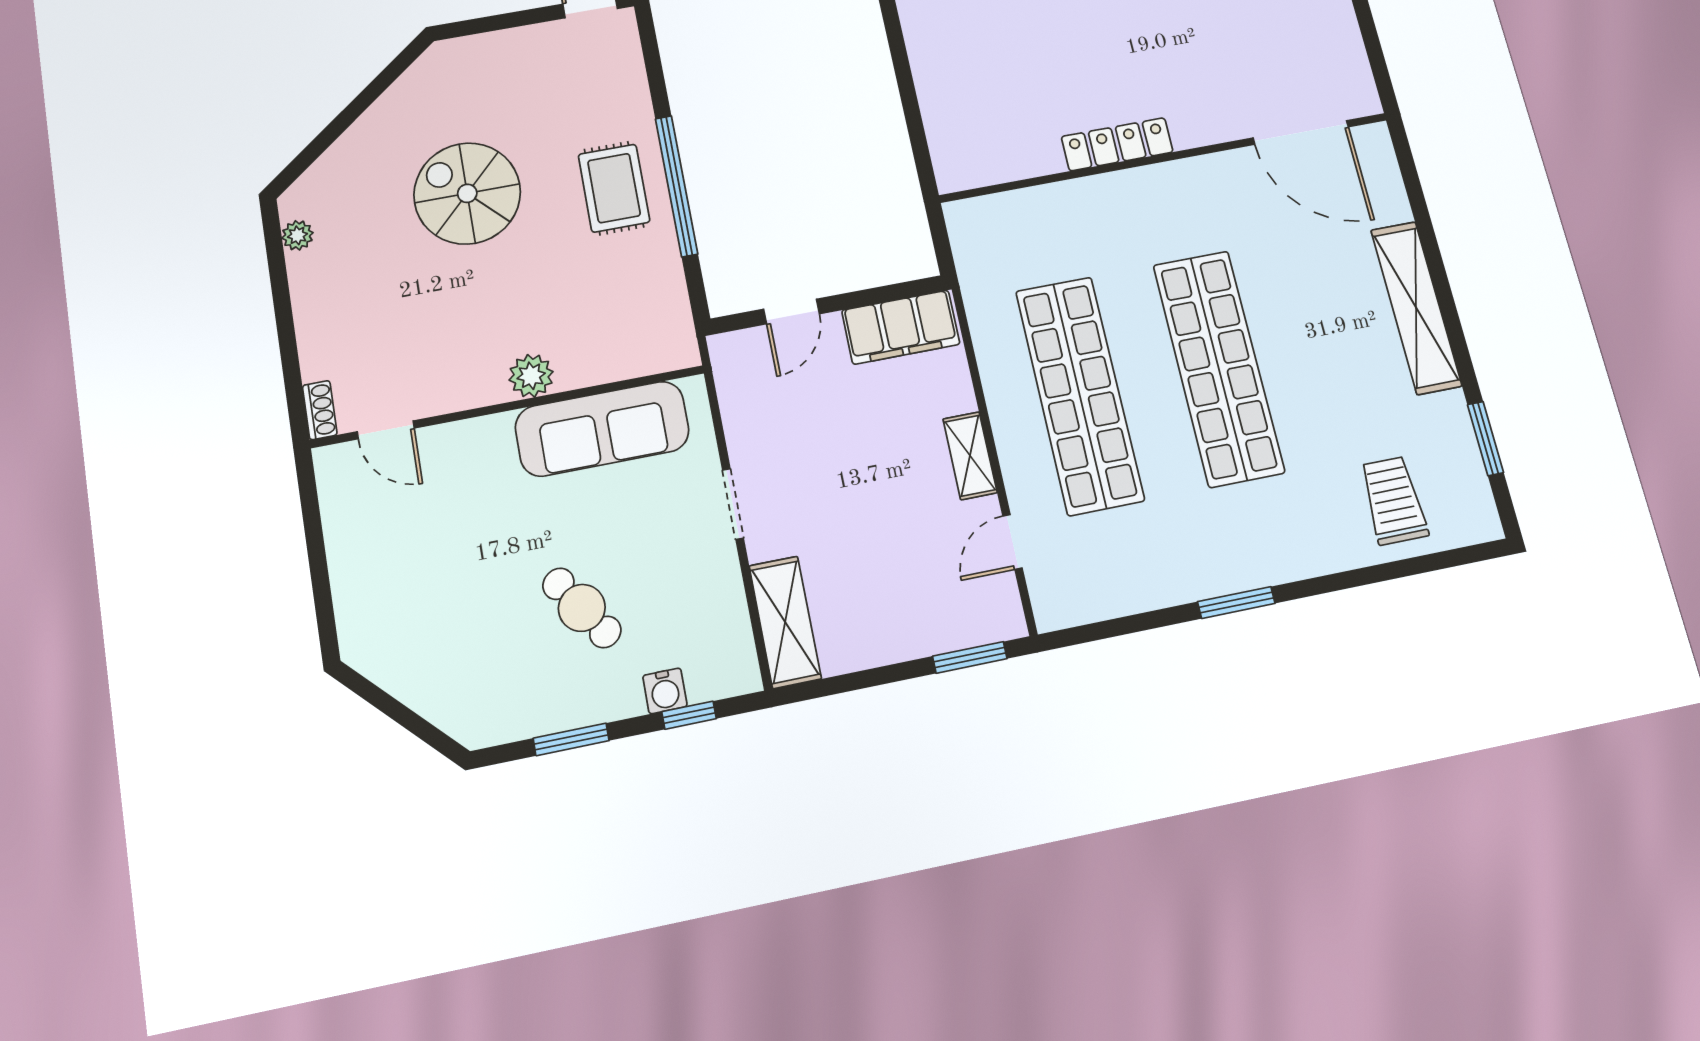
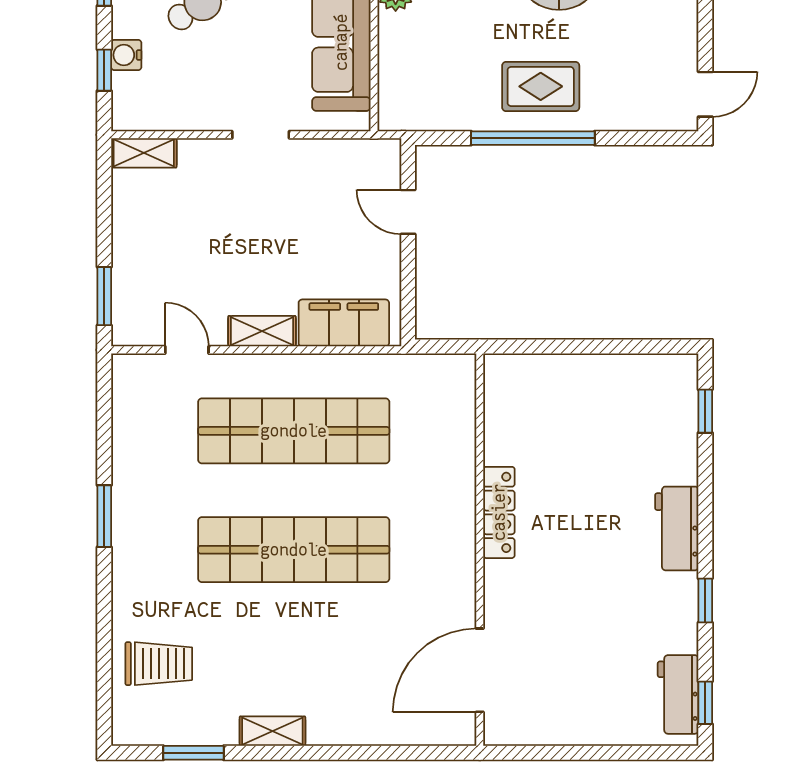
shelving: (1416, 308) -> (272, 731), width x0.45, depth x0.75
filing cabinet: (901, 327) -> (344, 323), moved, turned 90
shelving: (785, 622) -> (144, 153), width x0.67, depth x0.75

